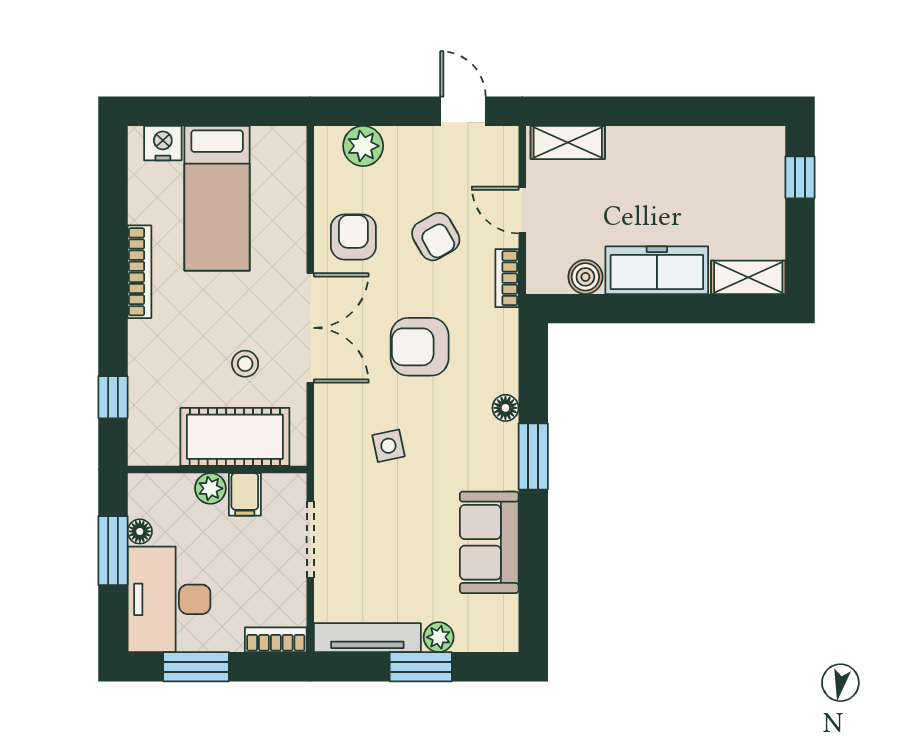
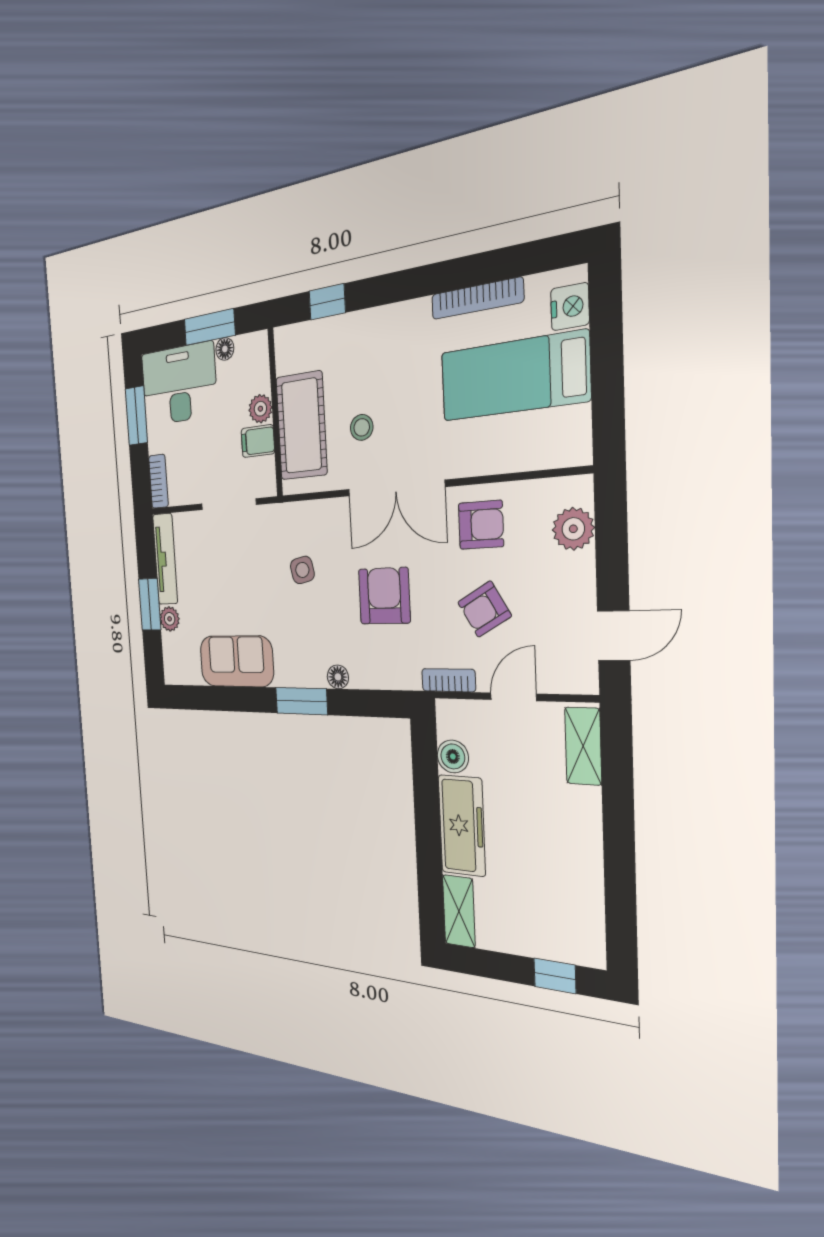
bookcase: (139, 272) -> (477, 298), moved

